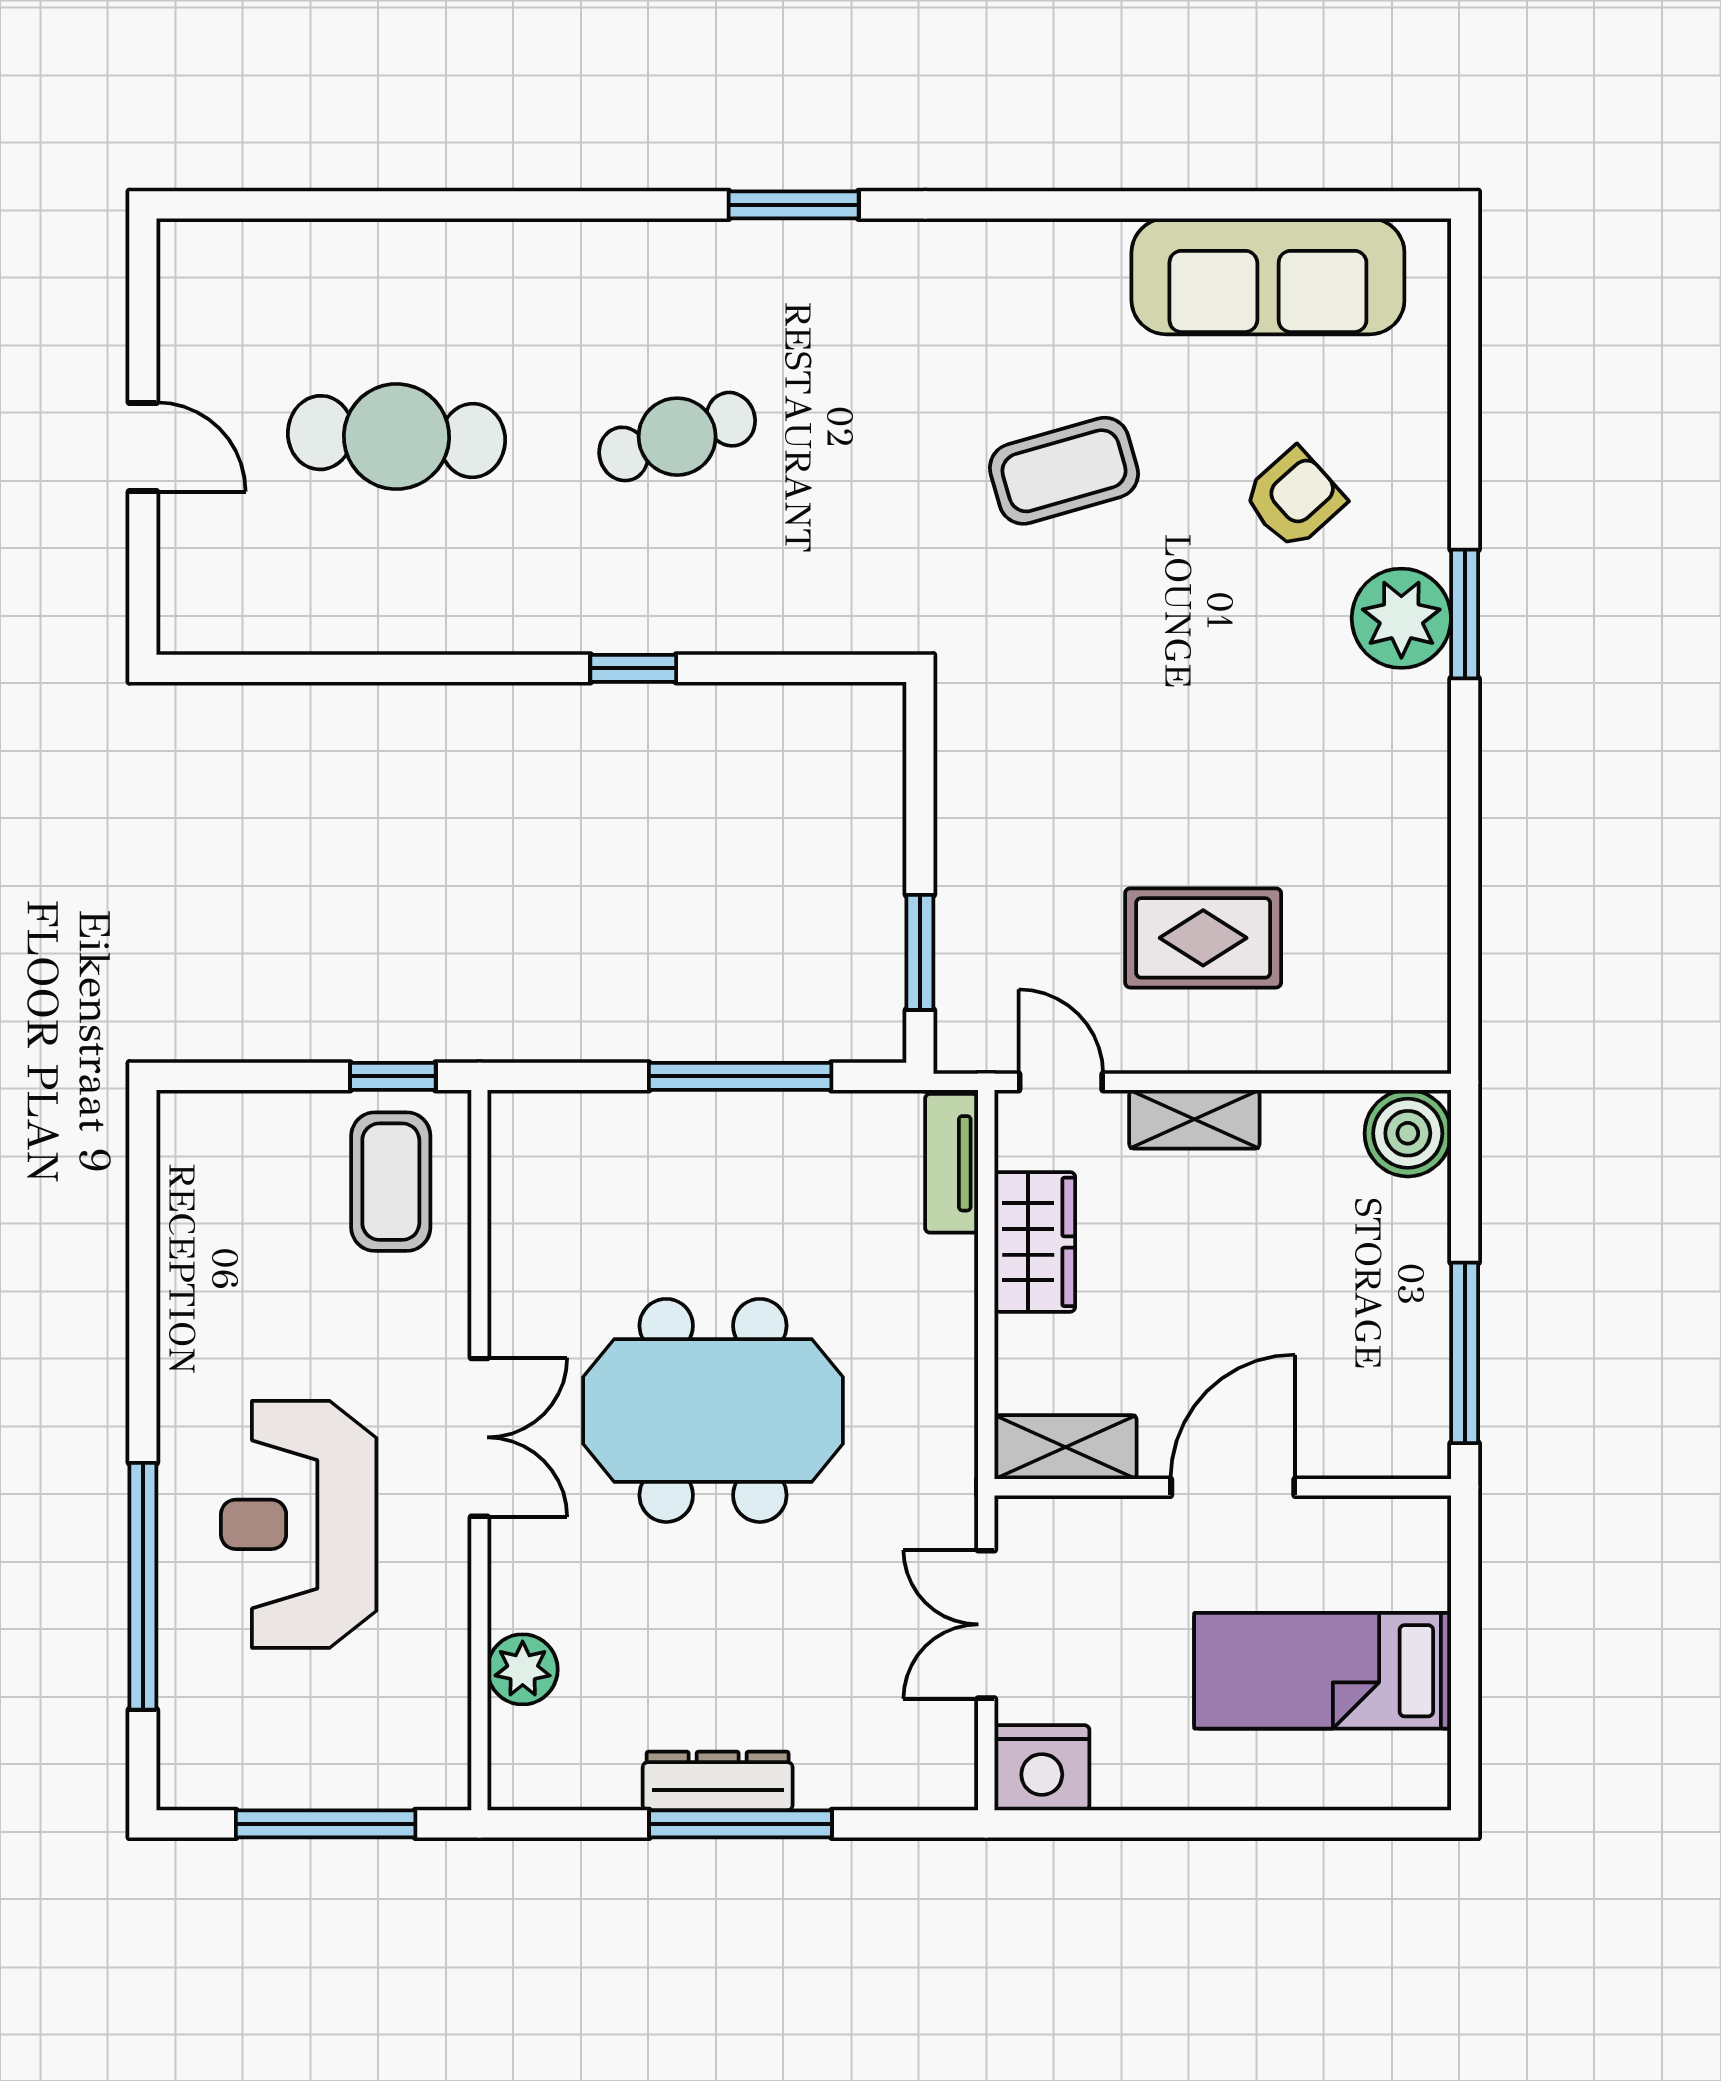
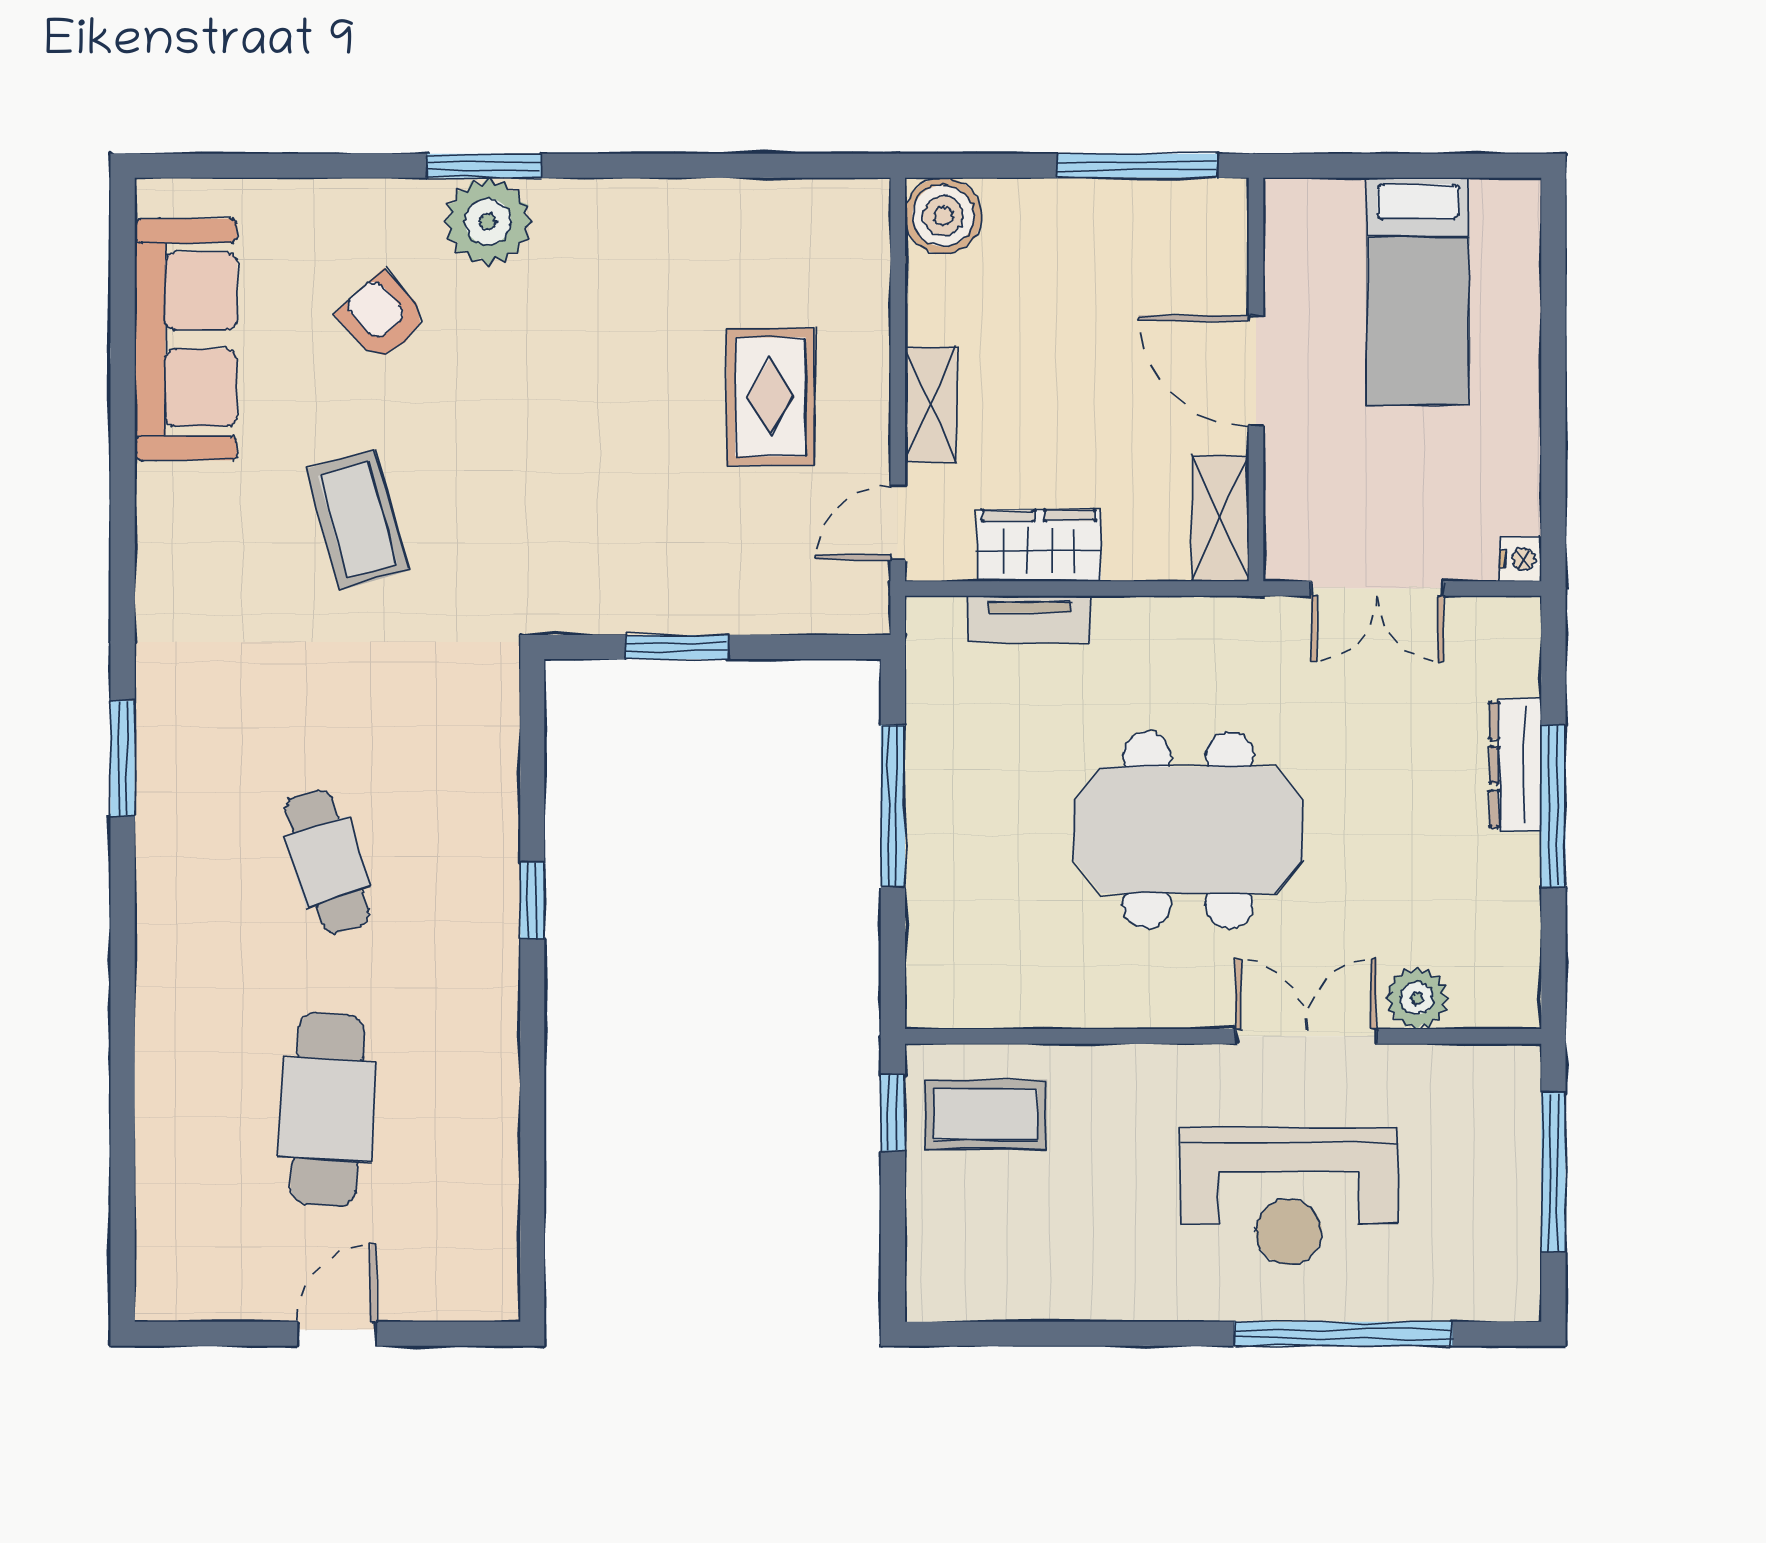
window: (920, 952) -> (677, 647), moved
tv unit: (952, 1163) -> (1029, 619), moved
meeting table: (713, 1410) -> (1188, 830), turned 90
double door: (479, 1437) -> (1306, 1036), moved
nightstand: (1042, 1768) -> (1520, 559), width x0.53, depth x0.56
dresser: (718, 1781) -> (1516, 765), moved

